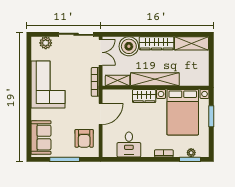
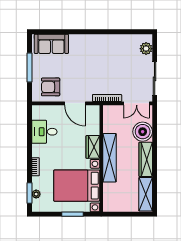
shelving: (118, 81) -> (108, 120), removed
corner sofa: (48, 85) -> (104, 51), removed

